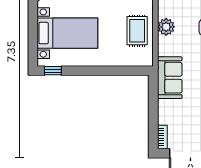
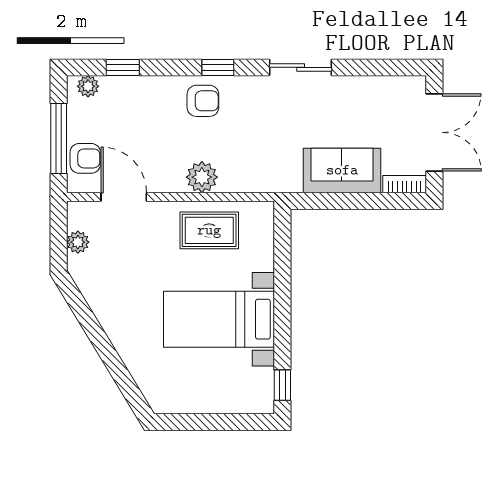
bed with nightstands: (67, 33) -> (219, 319), moved, turned -90
sofa: (170, 78) -> (342, 170), moved

